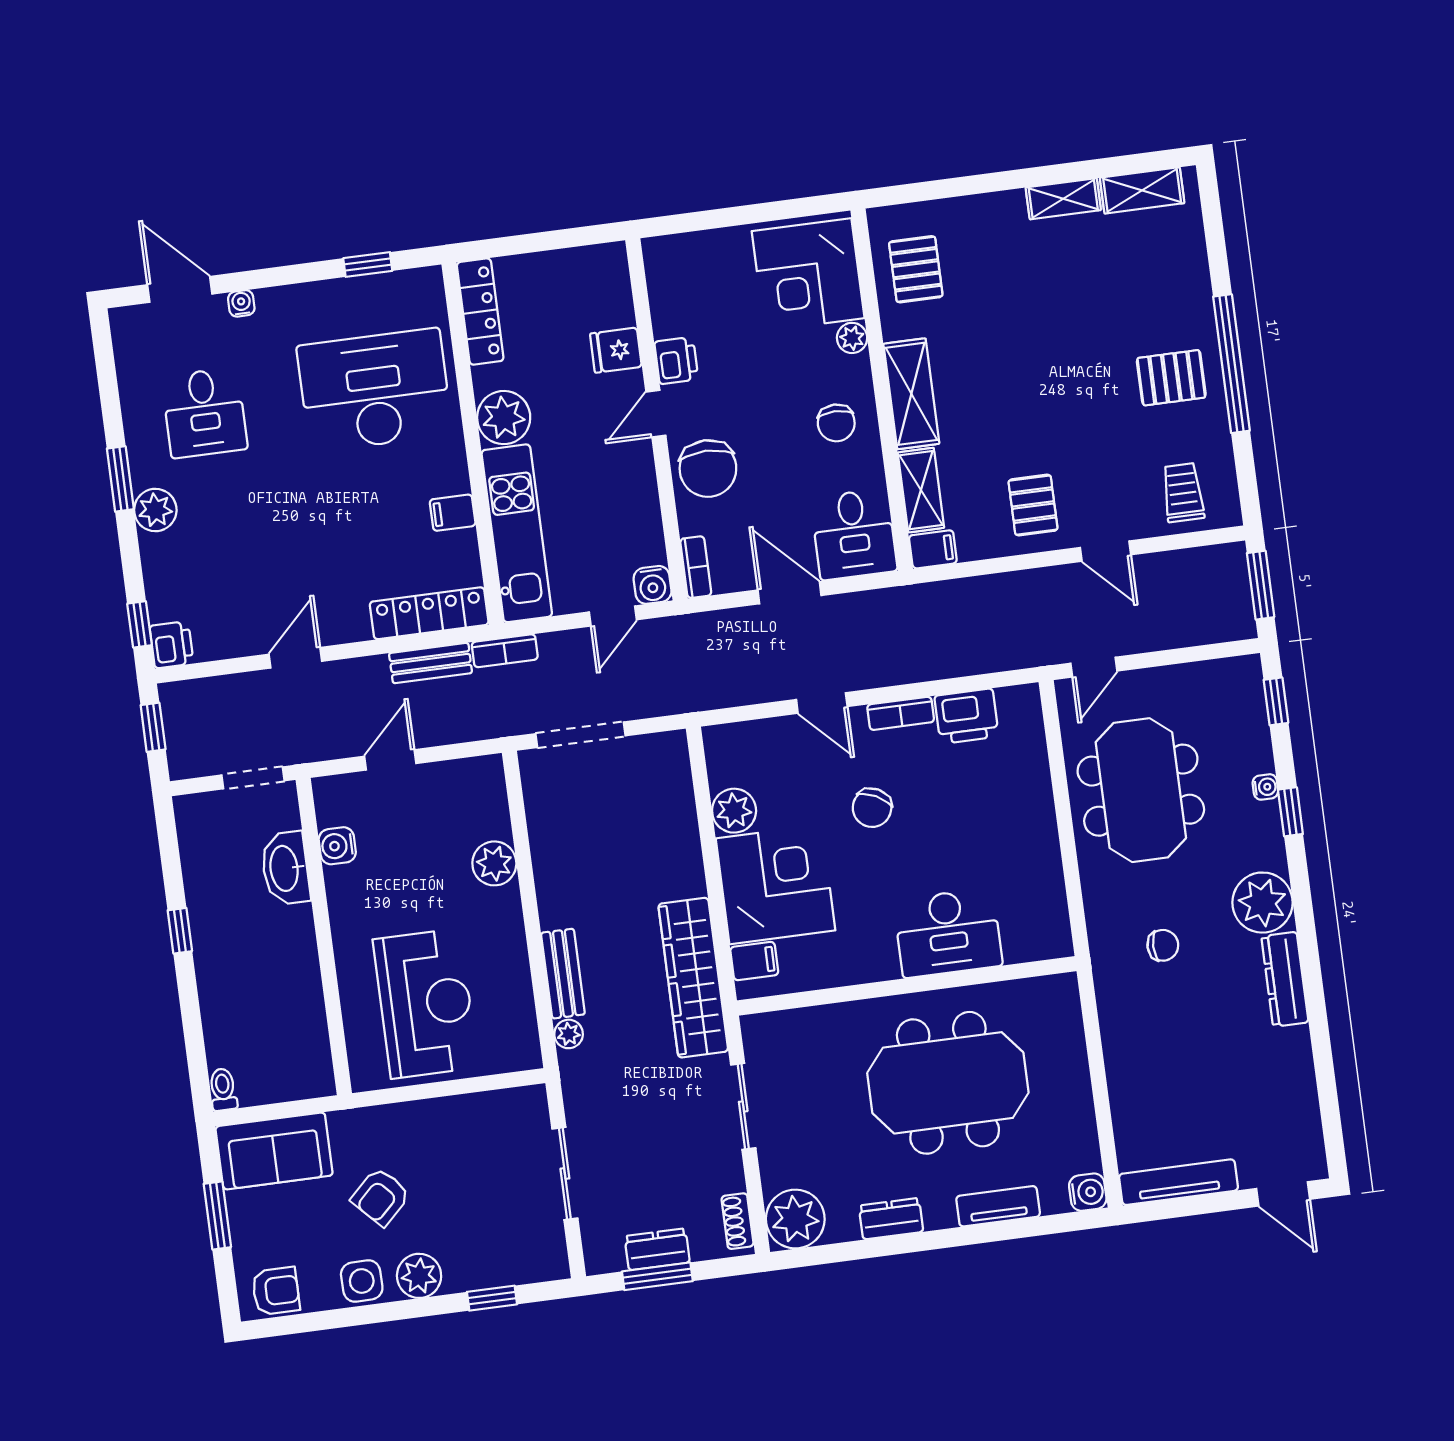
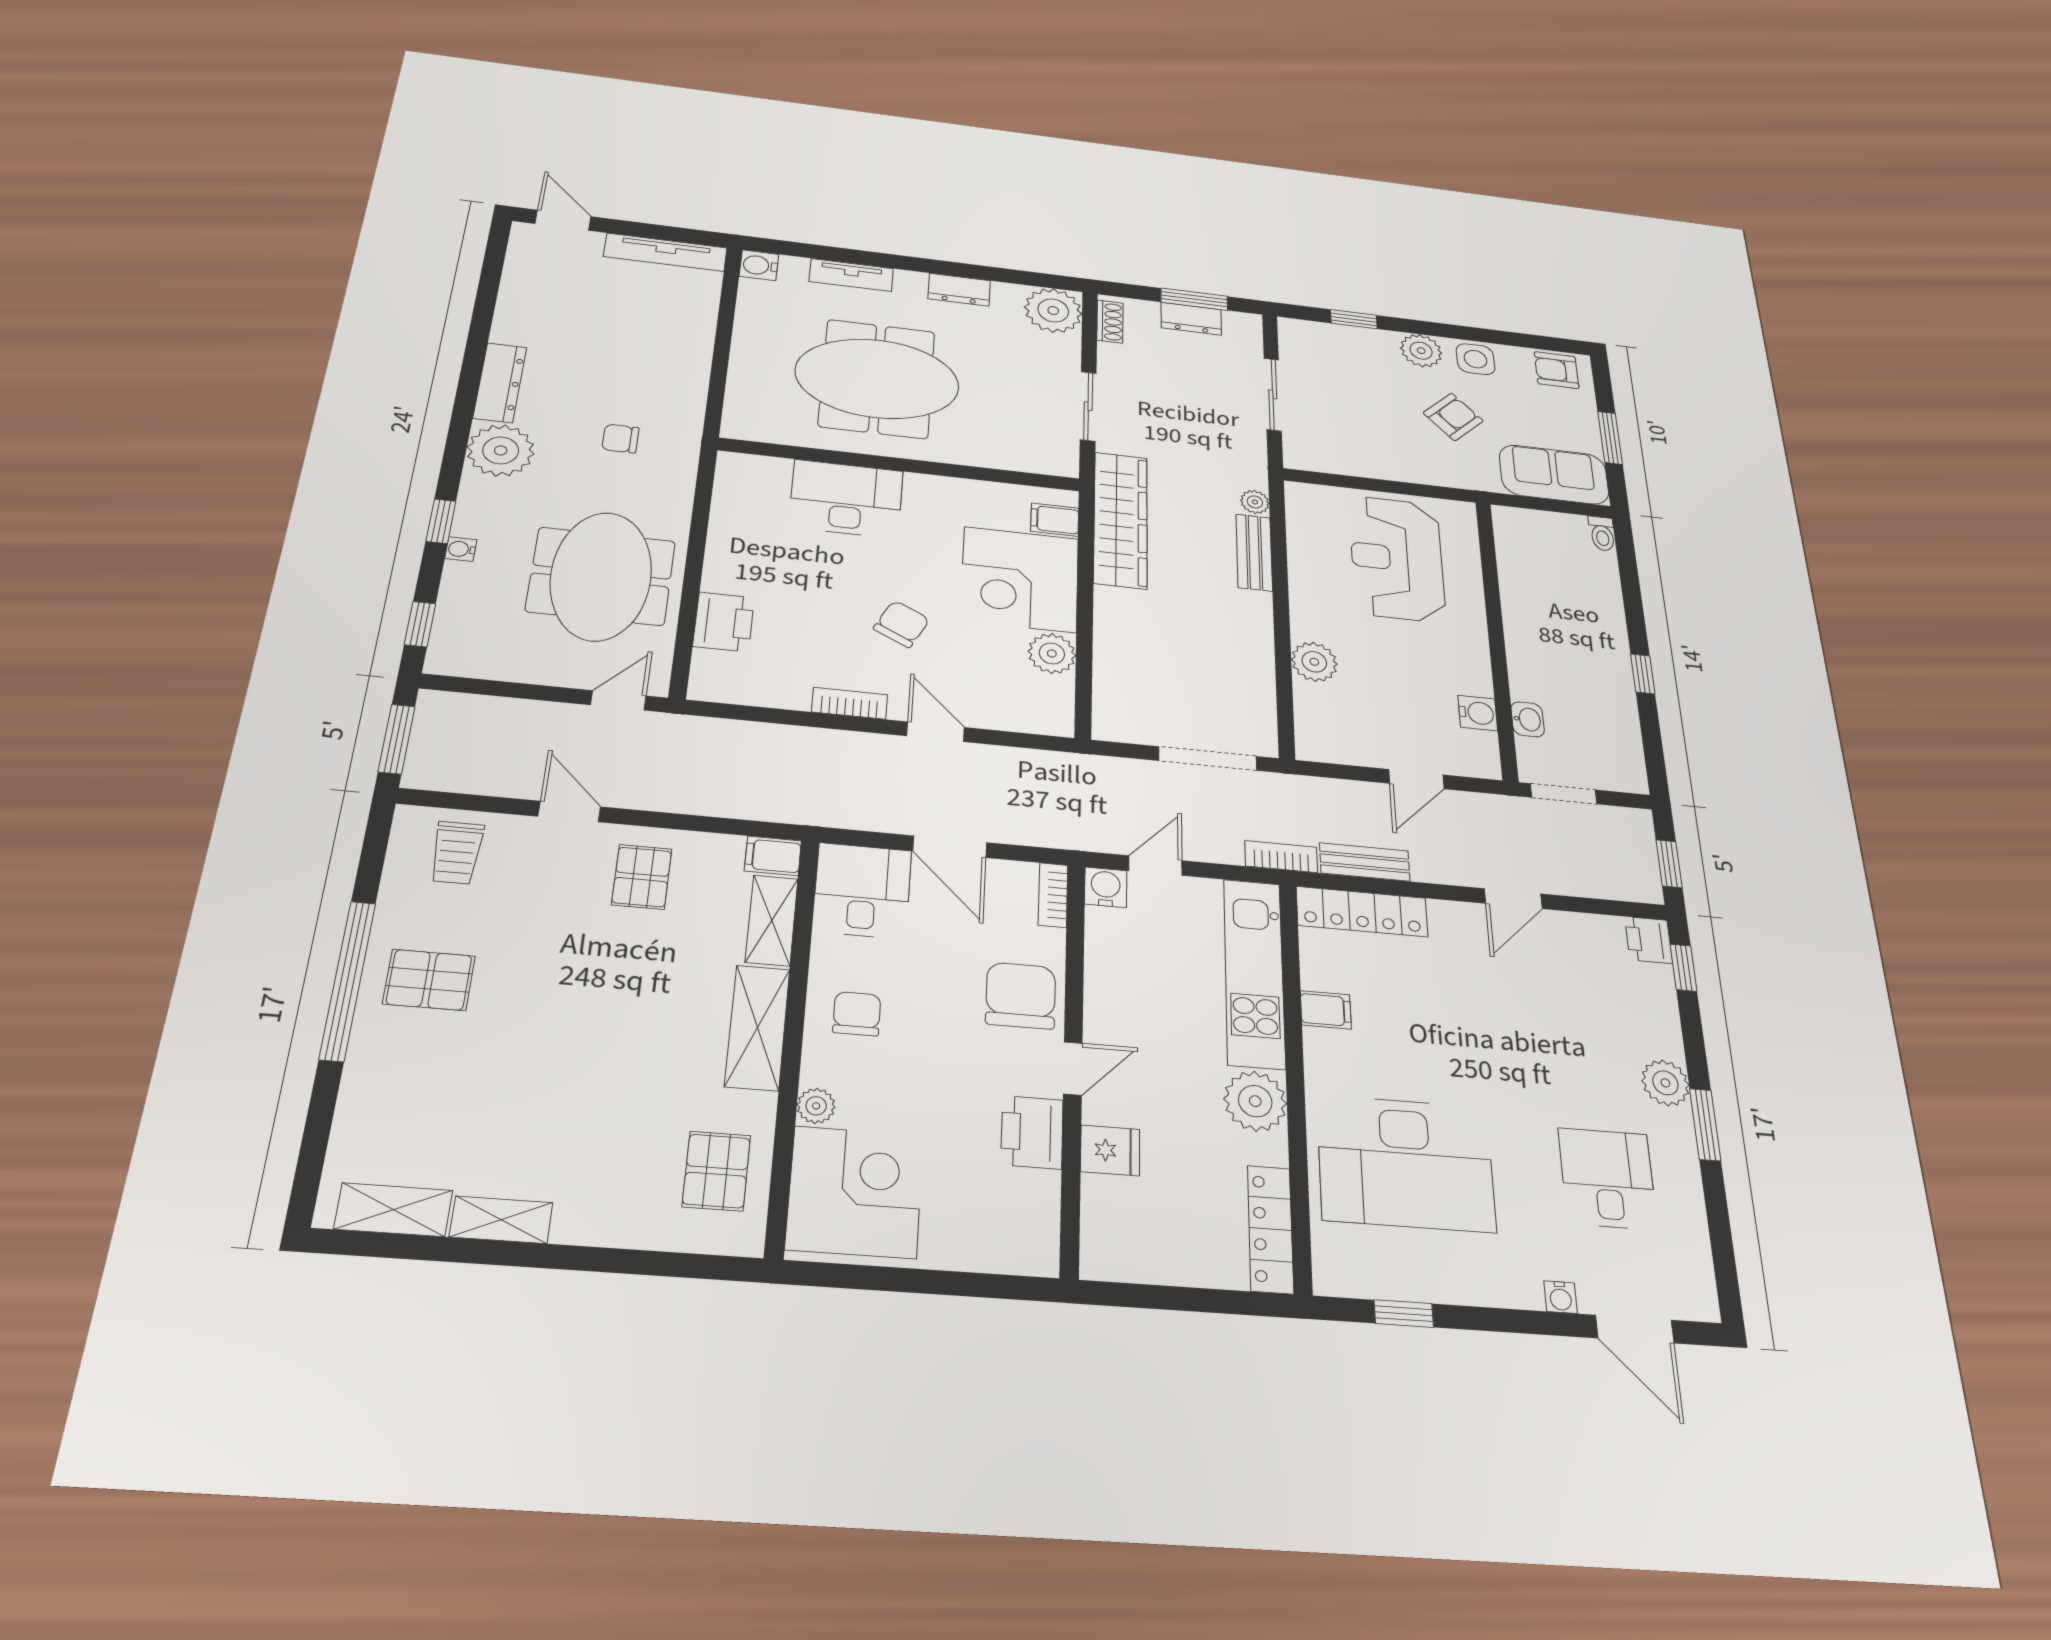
printer: (676, 361) -> (1032, 1132), width x1.36, depth x1.24
printer: (966, 716) -> (724, 622), moved, turned 90
washbasin: (285, 868) -> (1528, 719), width x0.52, depth x0.69

